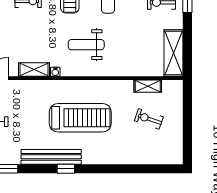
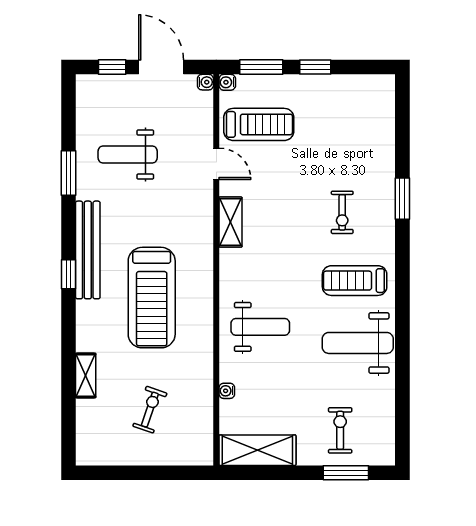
weight bench: (86, 45) -> (260, 327), moved, turned 90
water cooler: (55, 72) -> (227, 391), moved
shelving: (148, 86) -> (86, 375), moved

